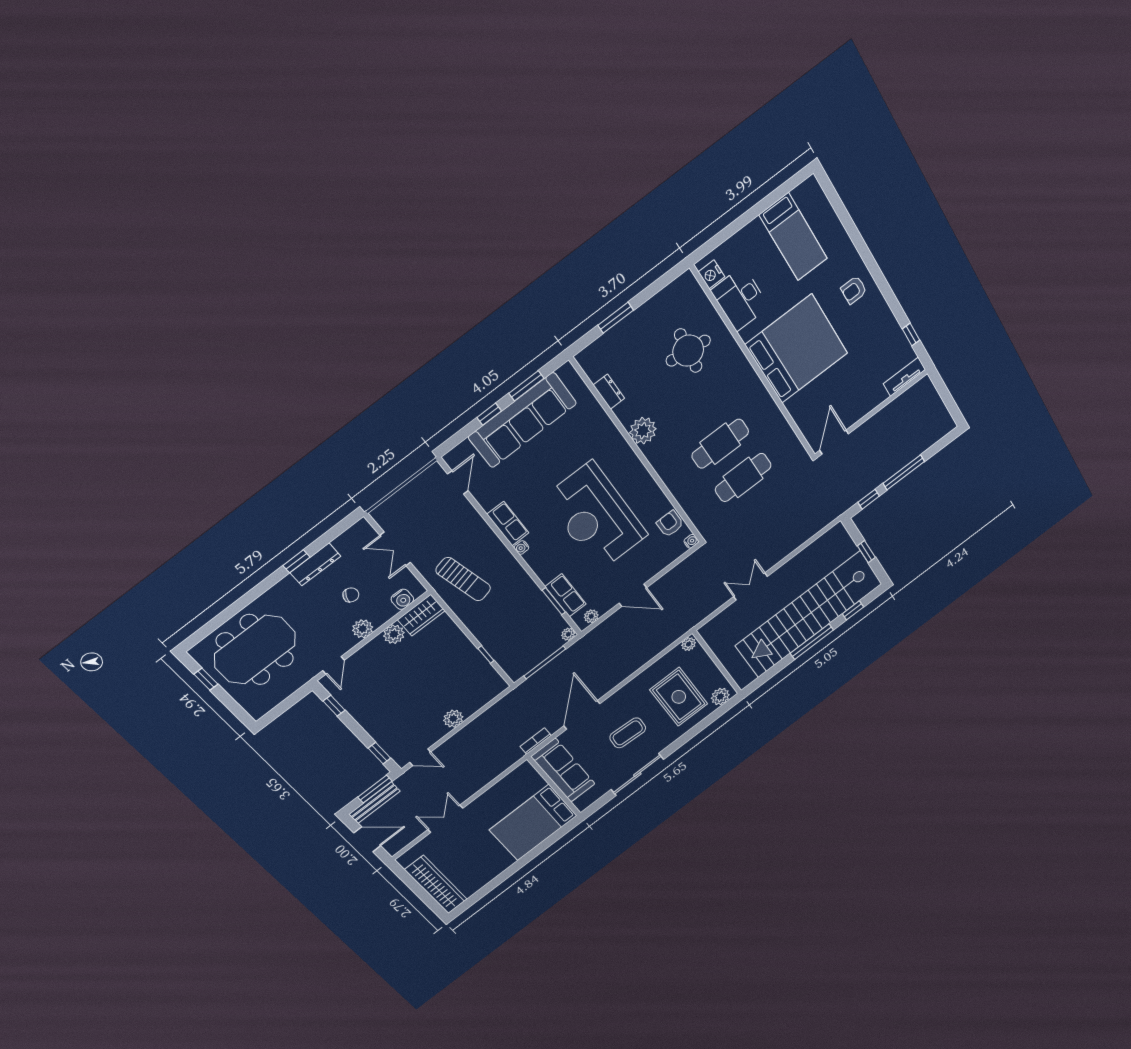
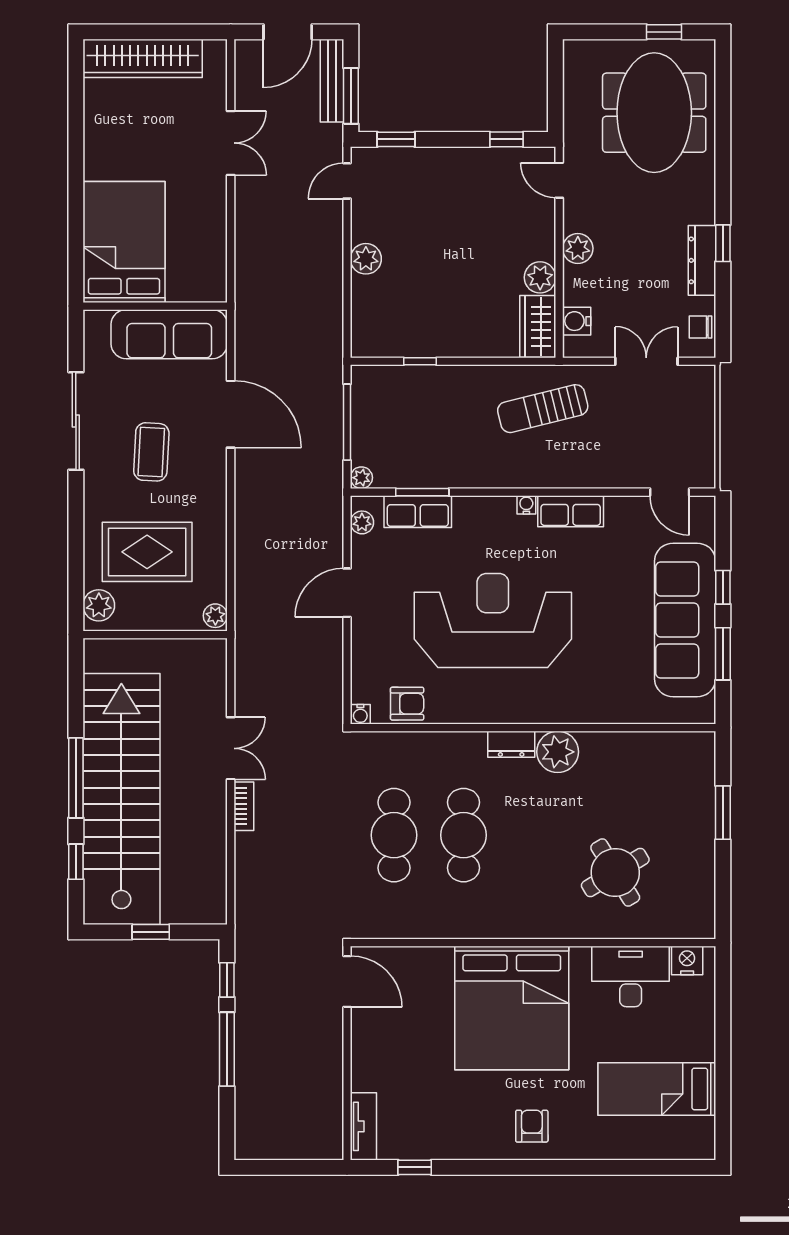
round table: (688, 351) -> (615, 872), turned -38
dresser: (609, 392) -> (511, 744), moved
chair: (351, 595) -> (701, 327), moved, turned 67
bookcase: (536, 741) -> (244, 806), moved

